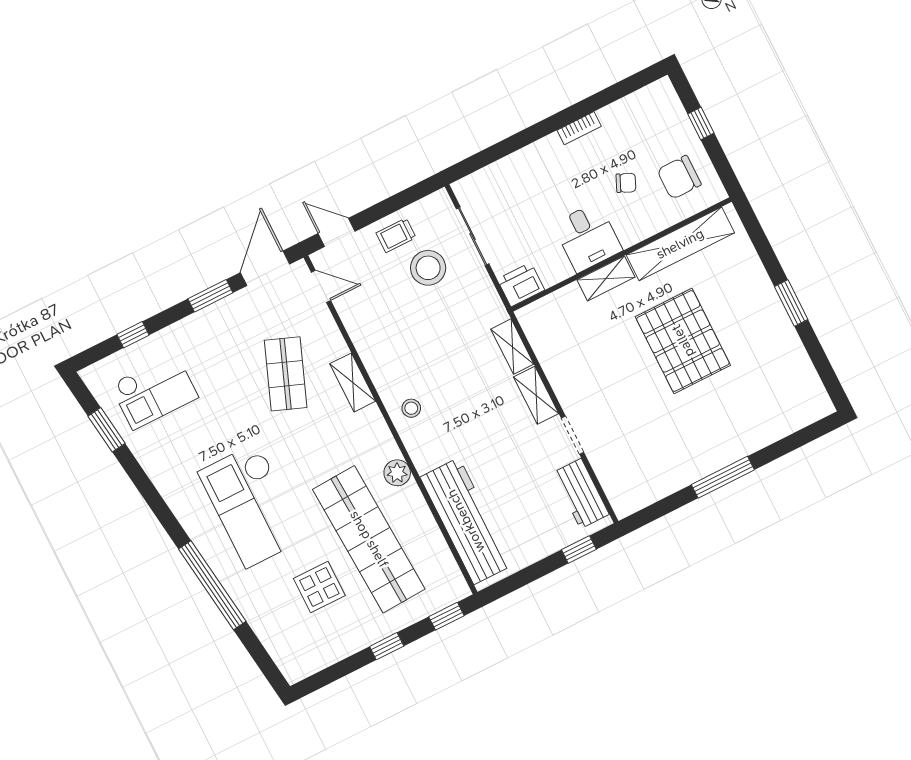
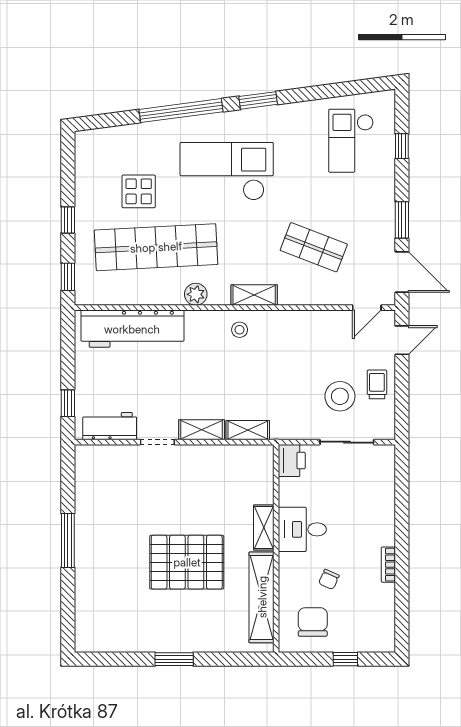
shelving: (353, 382) -> (254, 295), moved
window: (107, 430) -> (258, 100), moved

